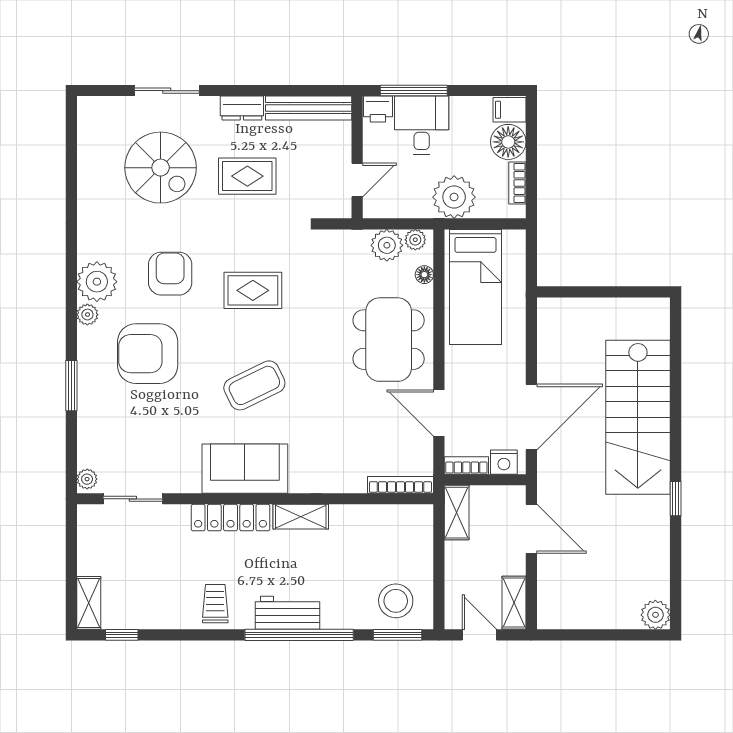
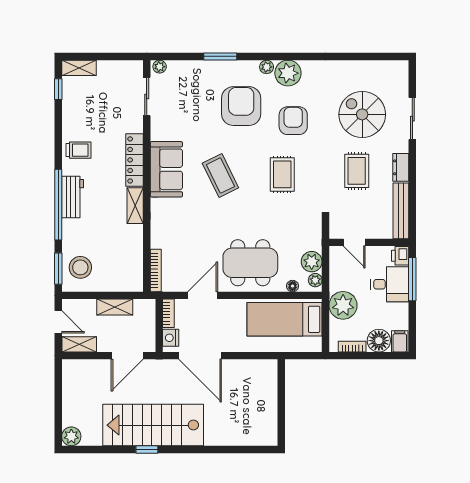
spiral stairs: (161, 168) -> (362, 114), turned 90
armchair: (170, 274) -> (293, 121), turned -90
stairs: (638, 417) -> (153, 425), moved
shelving: (457, 513) -> (115, 307), moved
door: (479, 635) -> (58, 322), hinge flipped

